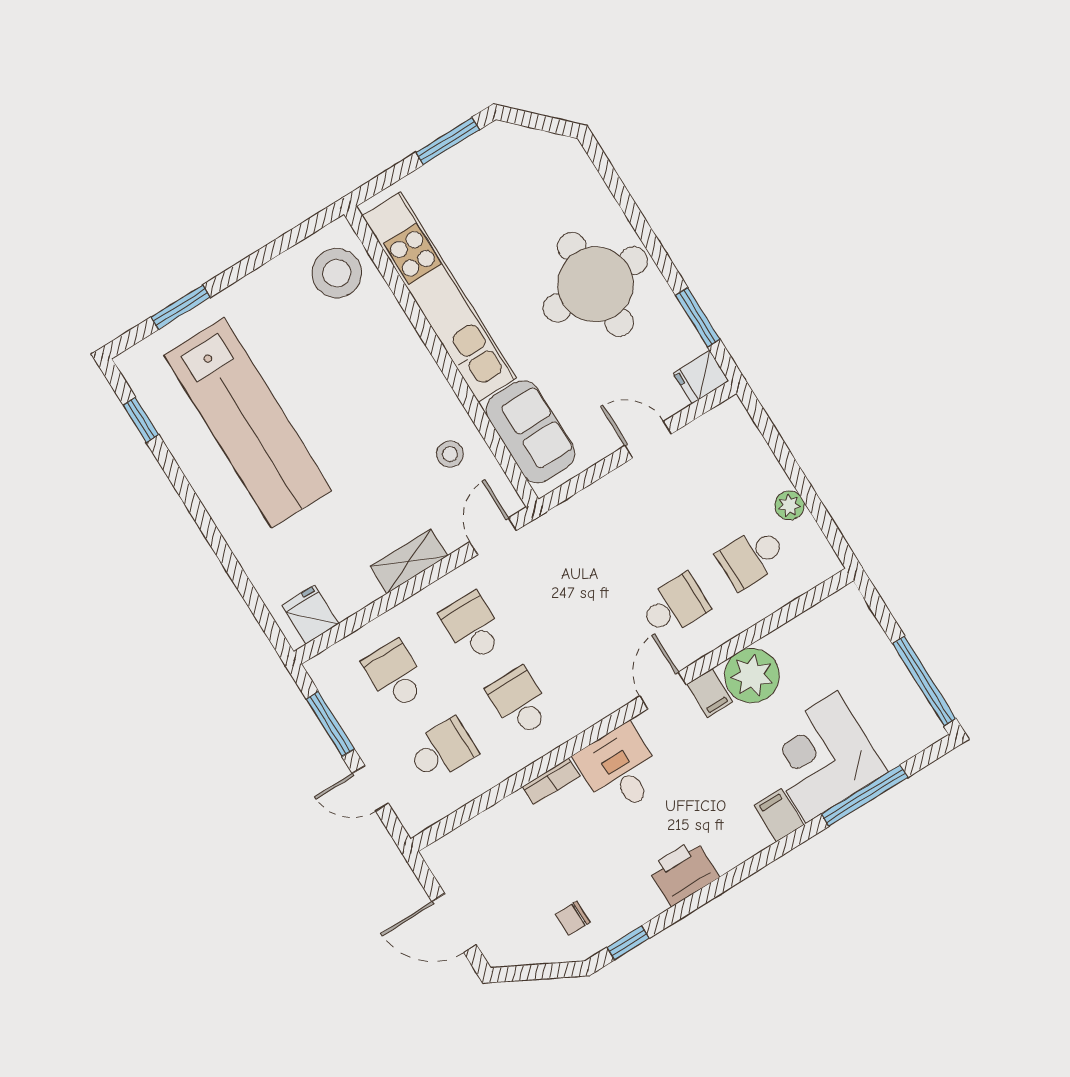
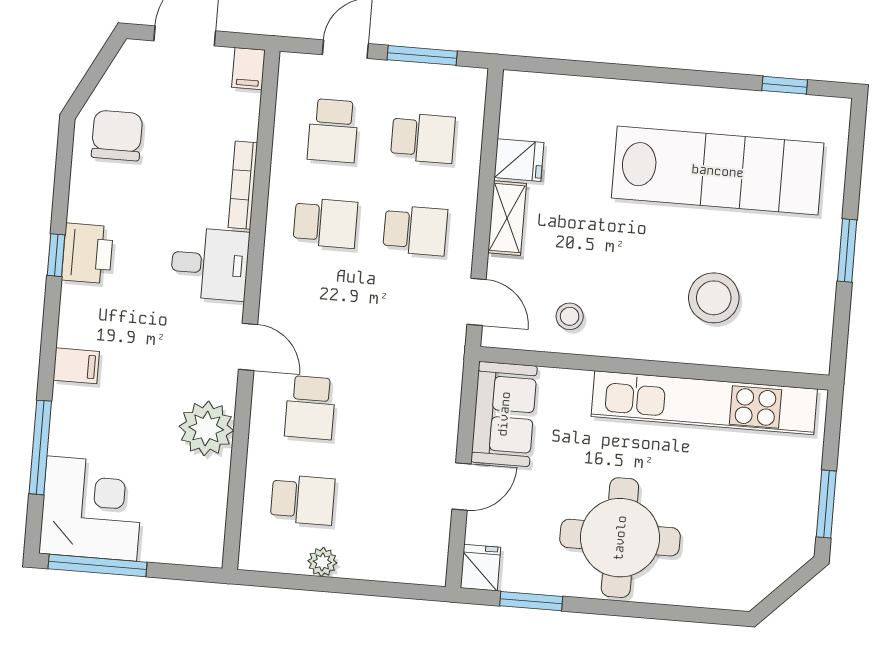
stool: (337, 273) -> (714, 298), moved
window: (180, 307) -> (847, 251), moved
lab bench: (248, 423) -> (718, 171), turned 180
sofa: (530, 432) -> (504, 414), moved, turned -90
school desk: (752, 557) -> (303, 500), turned 90
fridge: (310, 615) -> (519, 160), moved
filing cabinet: (710, 693) -> (248, 69), moved, turned -90
corner desk: (822, 757) -> (92, 509), moved
bookcase: (551, 781) -> (243, 185), width x1.56
chair: (573, 918) -> (117, 135), width x1.87, depth x1.87
window: (628, 943) -> (56, 255), moved

